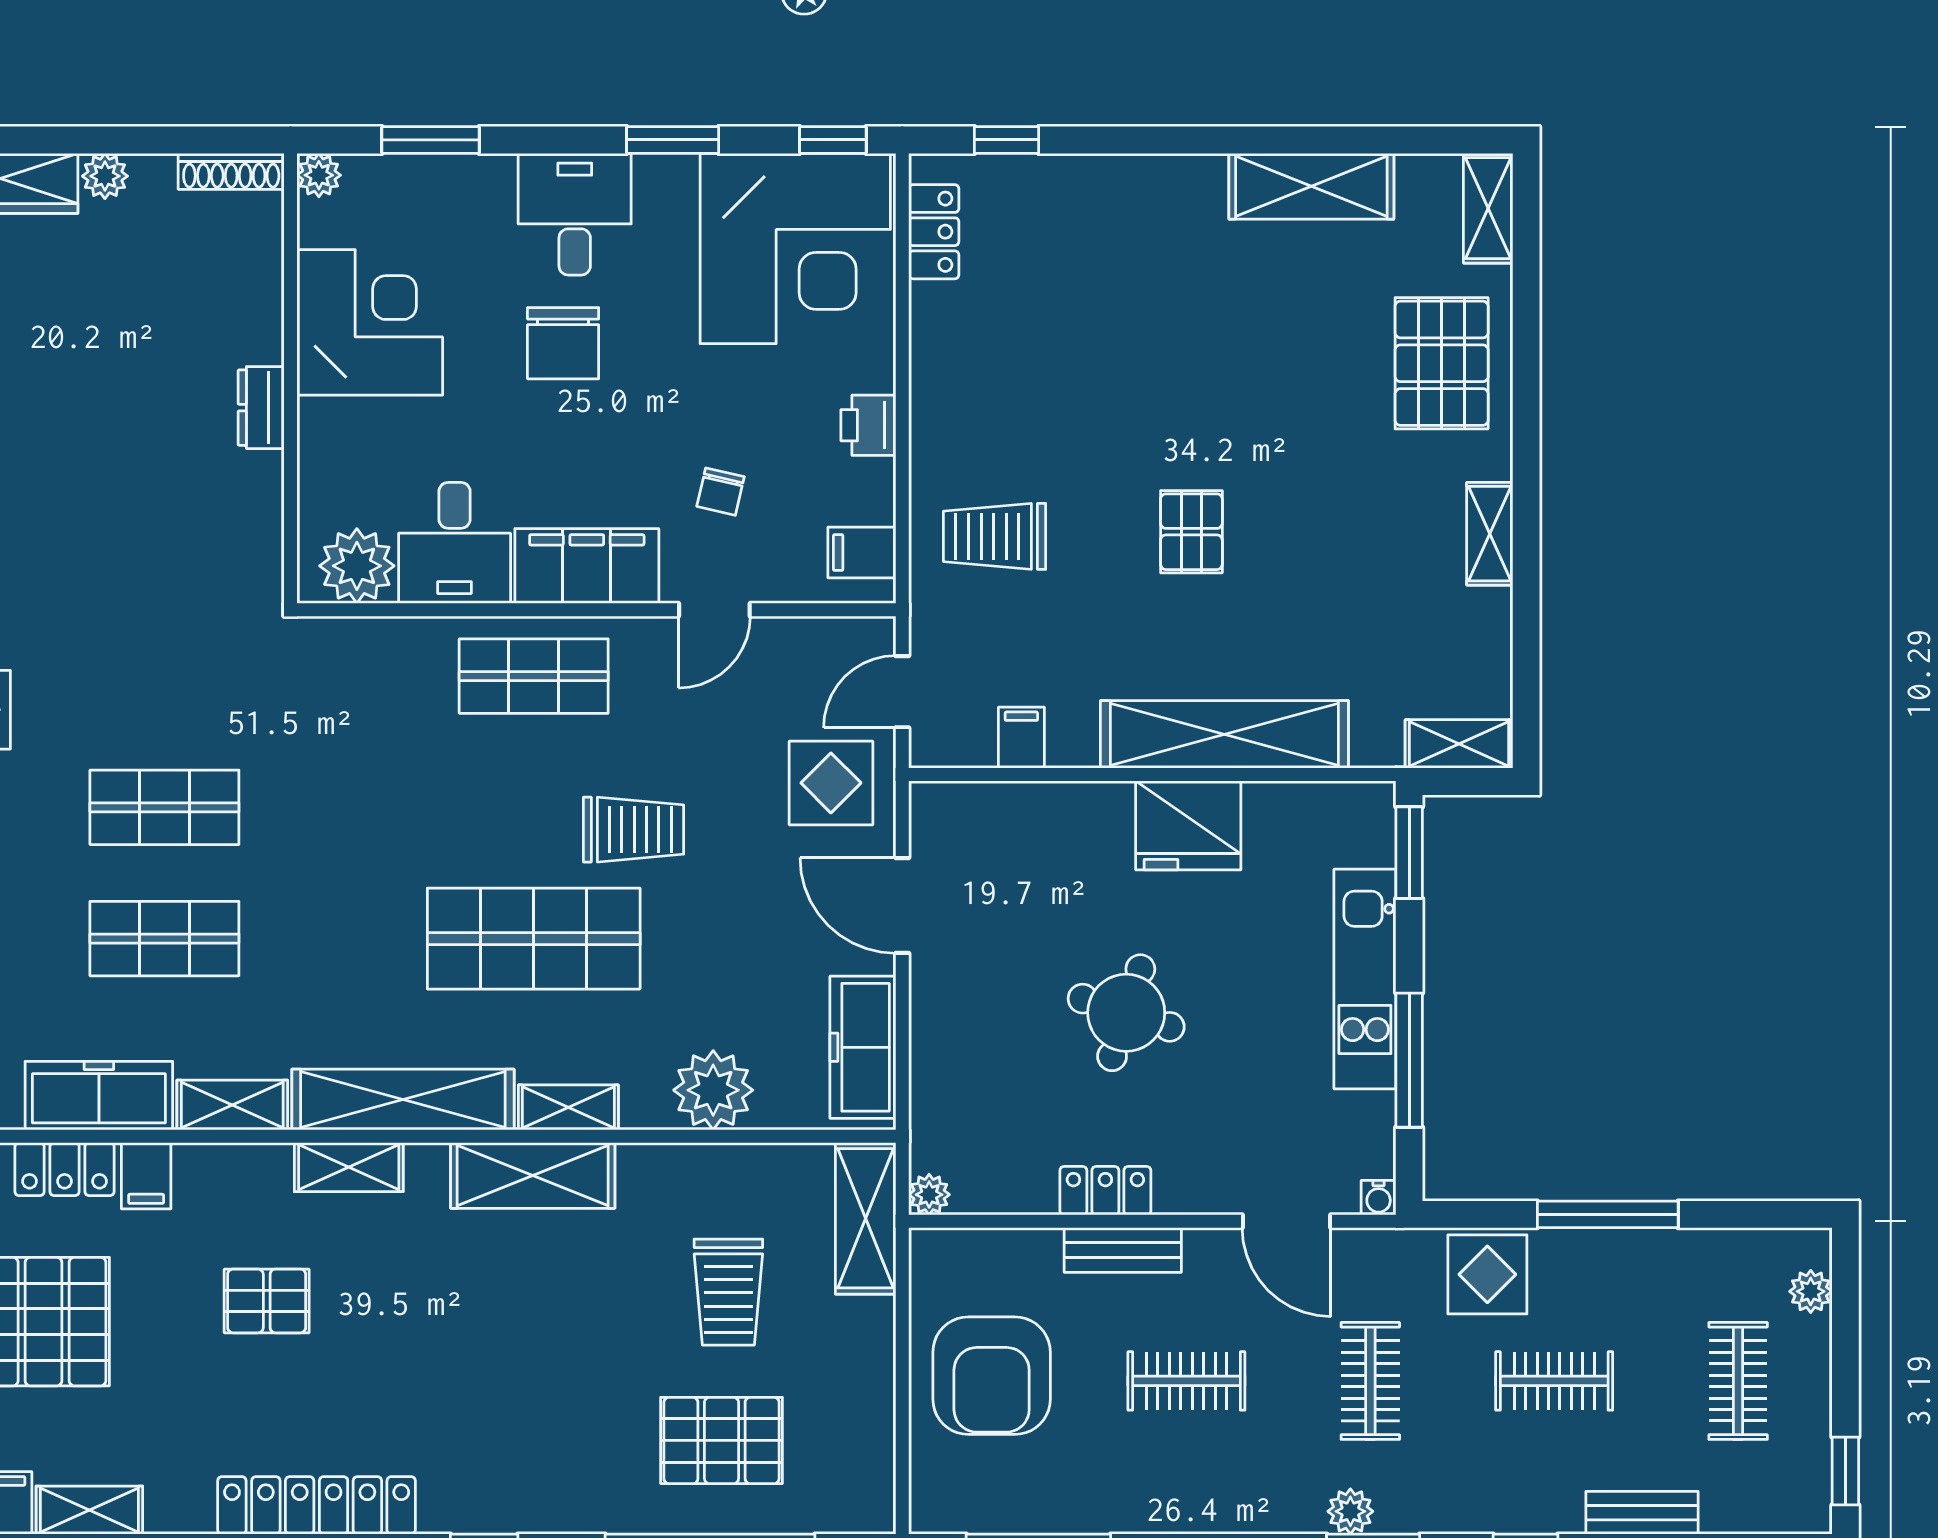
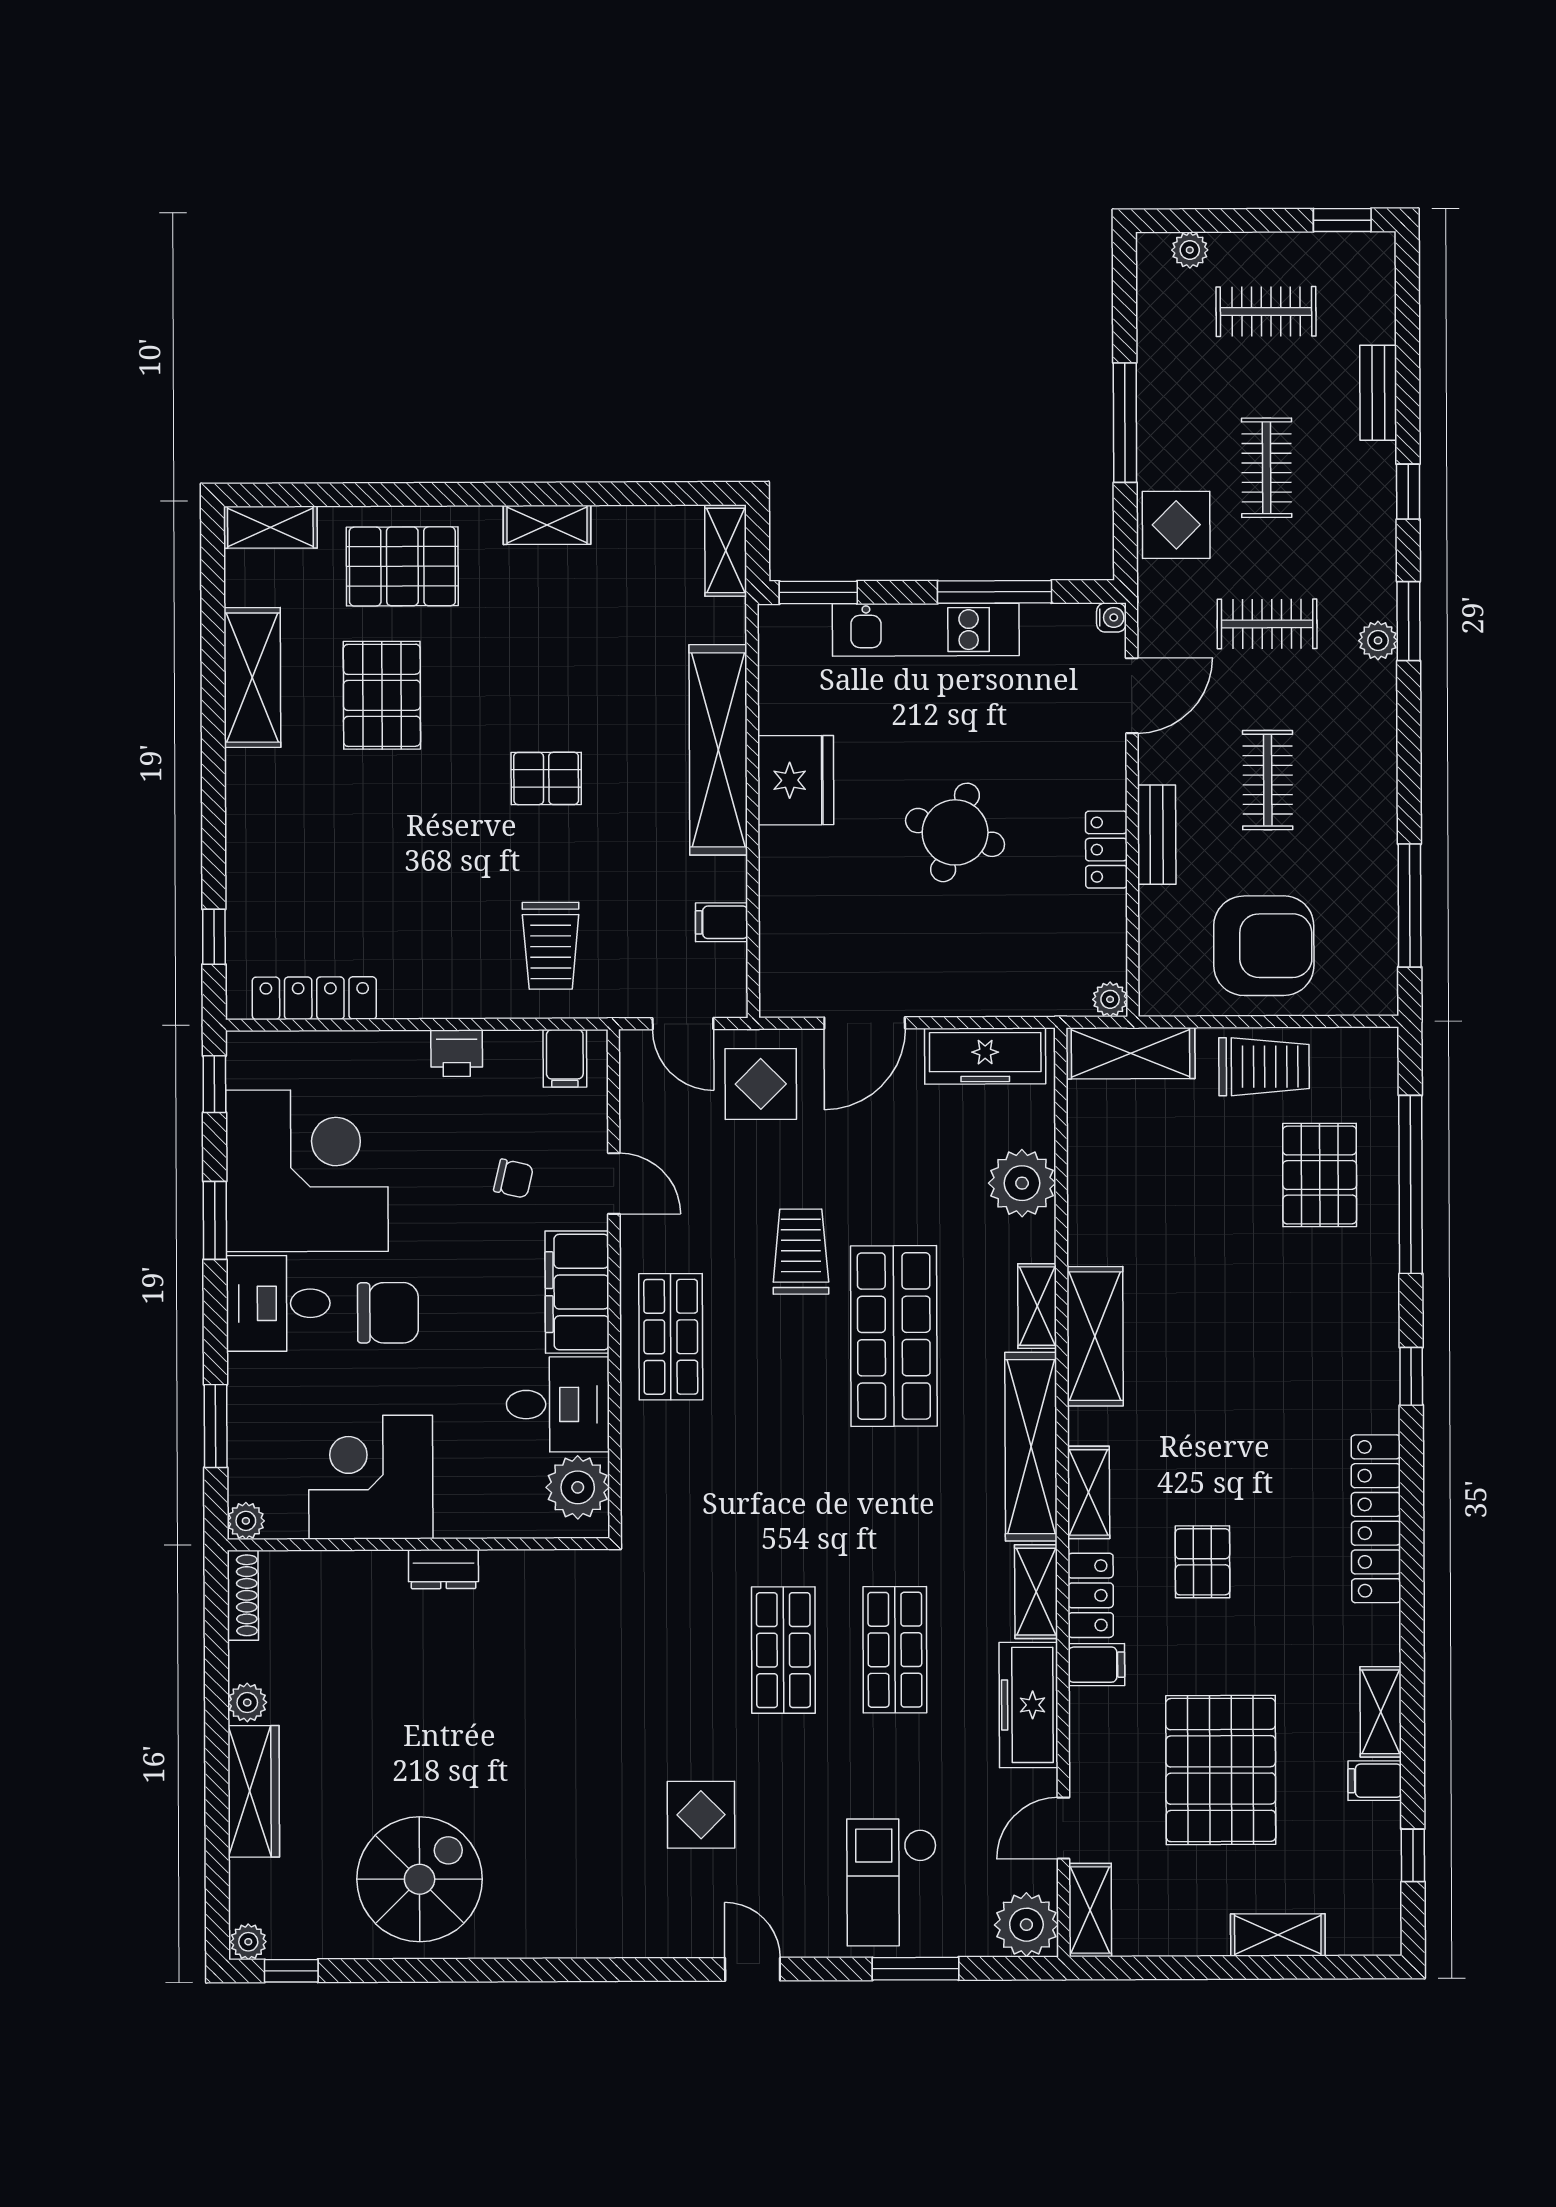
locker: (934, 232) -> (314, 998), width x1.53
corner desk: (795, 249) -> (307, 1171), moved
pallet: (1290, 339) -> (382, 695), added
locker: (65, 1169) -> (1091, 1595), moved
trolley: (728, 1292) -> (1264, 1067), moved

